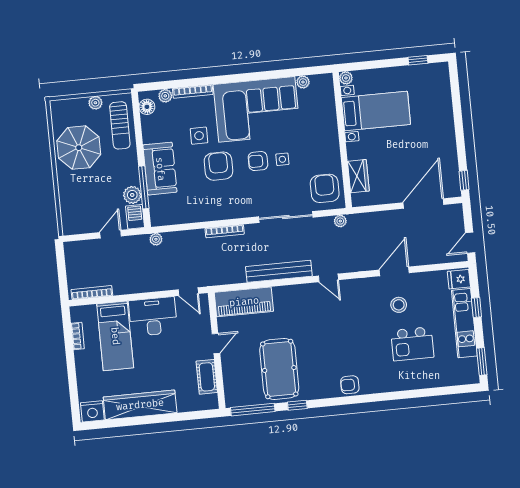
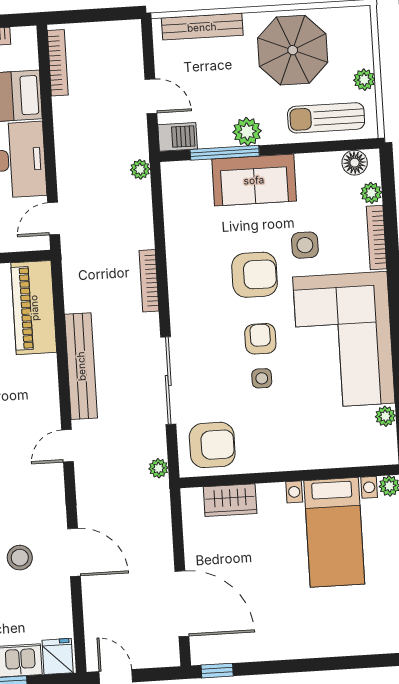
plant: (132, 195) -> (247, 132), moved
bench: (66, 204) -> (202, 27), added

